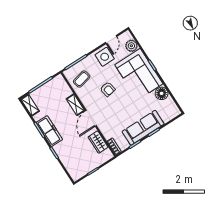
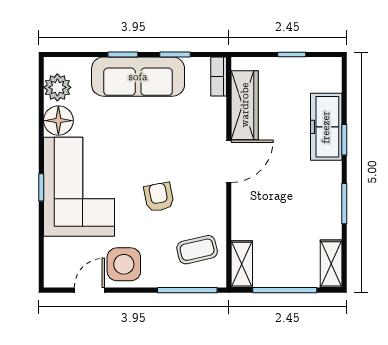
plant: (131, 46) -> (57, 87), moved
shelving: (75, 105) -> (242, 264), moved
freezer: (49, 131) -> (326, 127), moved
wardrobe: (98, 142) -> (245, 105), width x1.50

